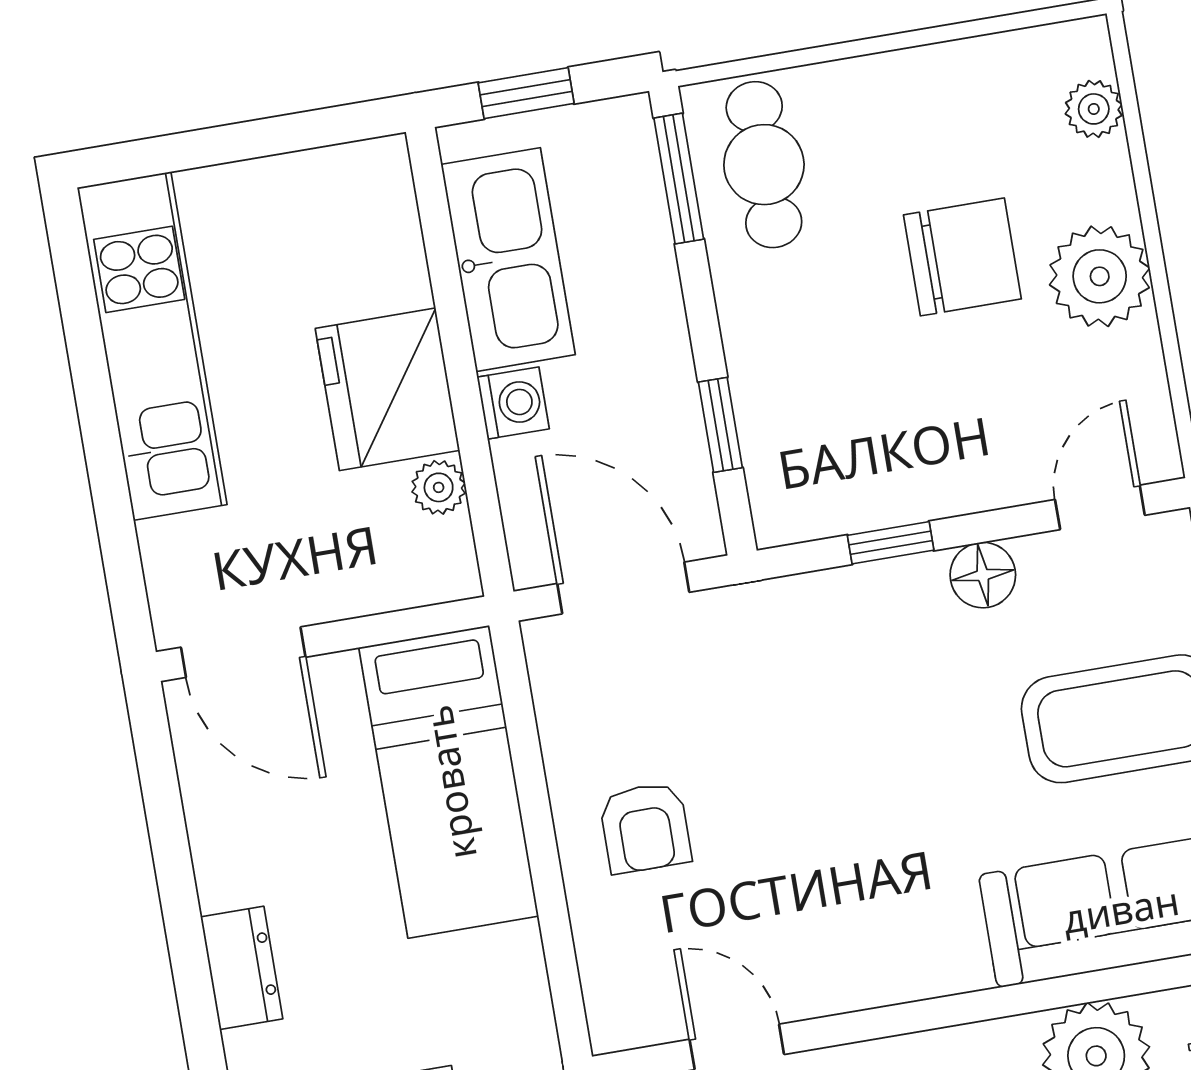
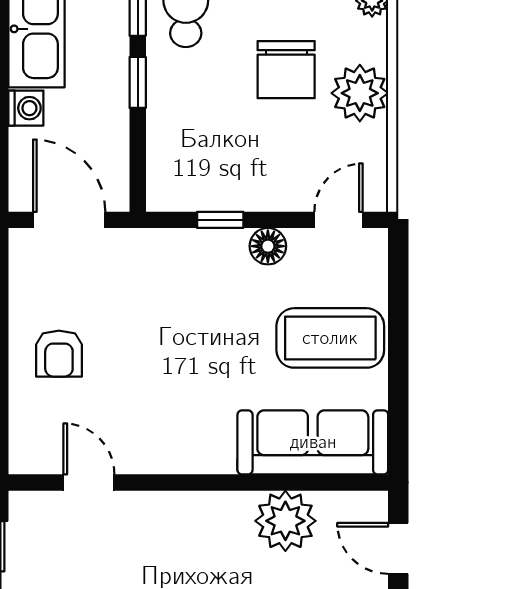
chair: (962, 257) -> (286, 70), turned 90
window: (720, 425) -> (138, 82), moved

